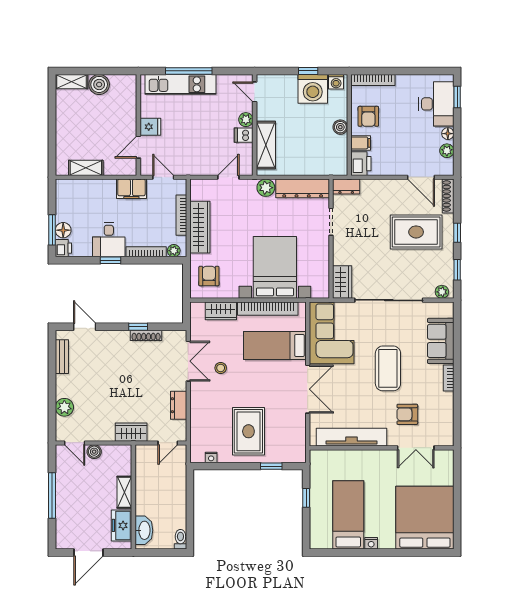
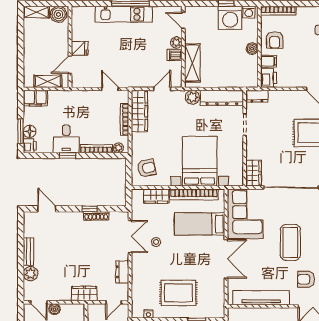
wall: (138, 125) -> (70, 47), moved
fridge: (150, 127) -> (80, 48), moved
door: (138, 147) -> (70, 65), moved
filing cabinet: (131, 189) -> (35, 98), moved
wardrobe: (200, 227) -> (139, 111), moved
armchair: (209, 276) -> (147, 168), turned 77
bench: (62, 357) -> (29, 252), moved
rug: (248, 431) -> (178, 293), turned 90

